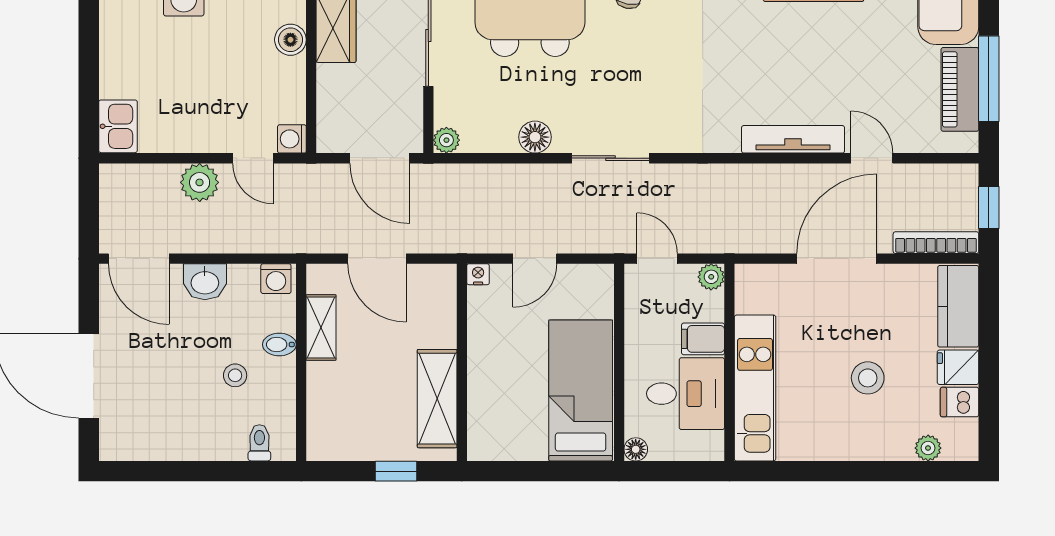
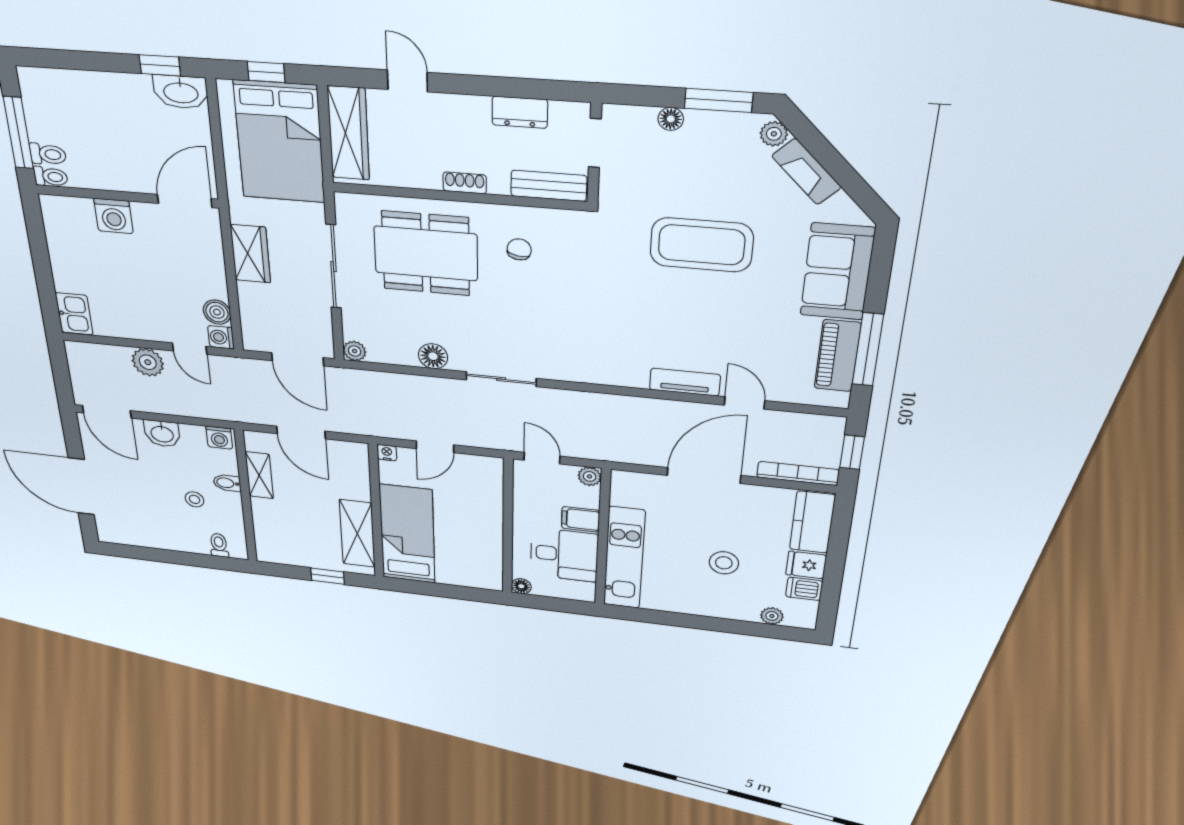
boiler: (290, 40) -> (217, 312), moved
tv unit: (793, 139) -> (685, 382), width x0.71
bed: (581, 390) -> (407, 534), moved

